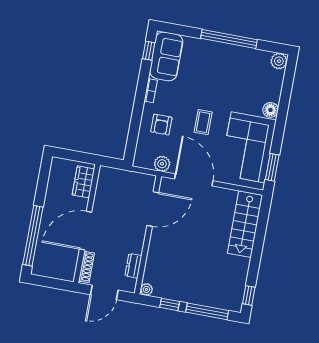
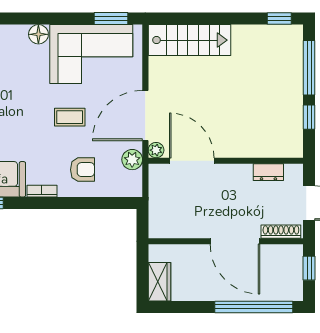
wardrobe: (83, 182) -> (159, 282), moved, turned -90
window: (55, 283) -> (309, 268), added
plant: (146, 289) -> (156, 150), moved

